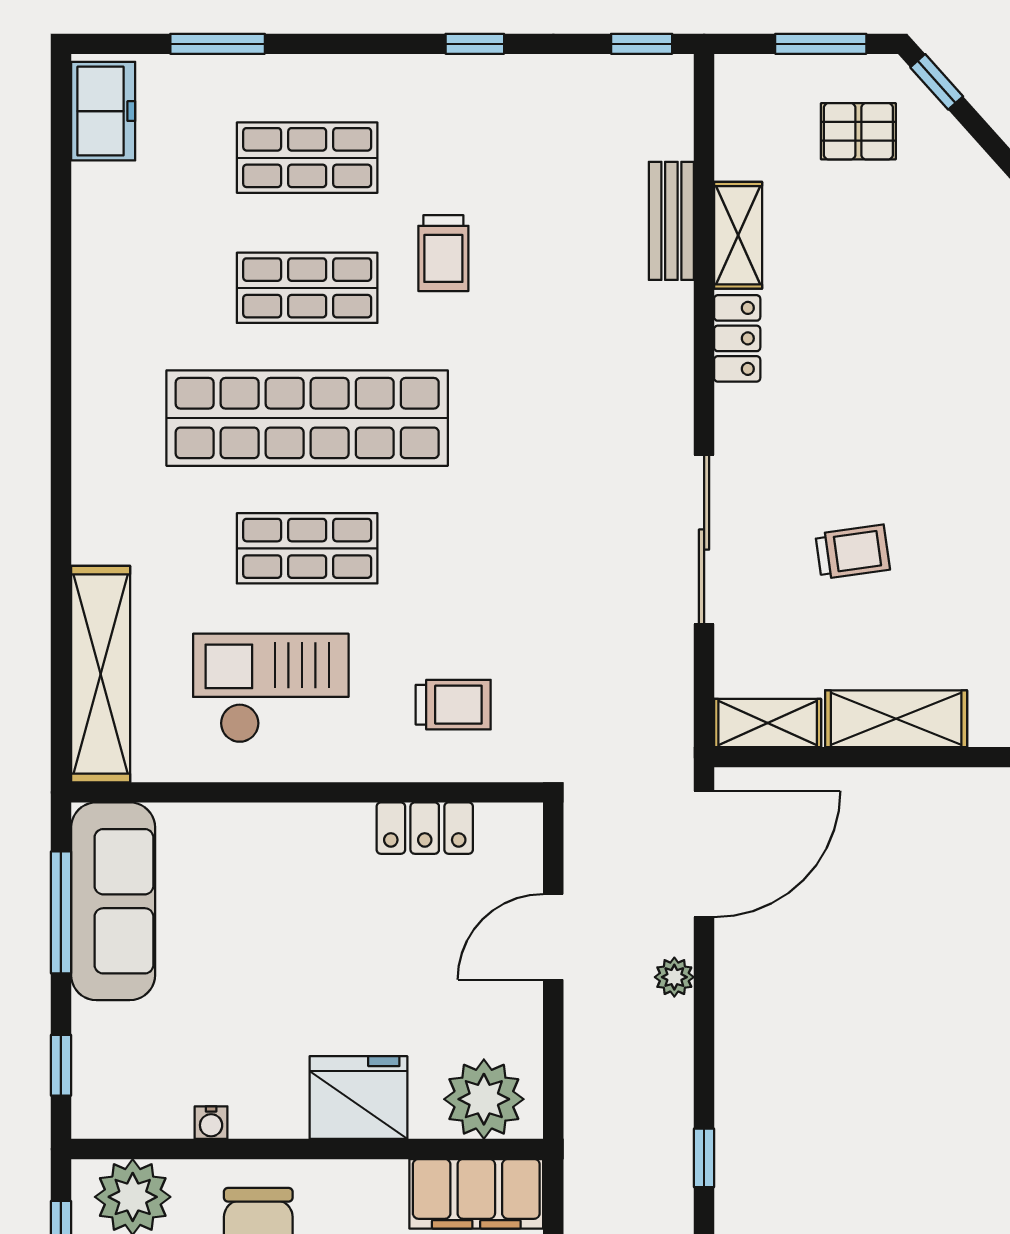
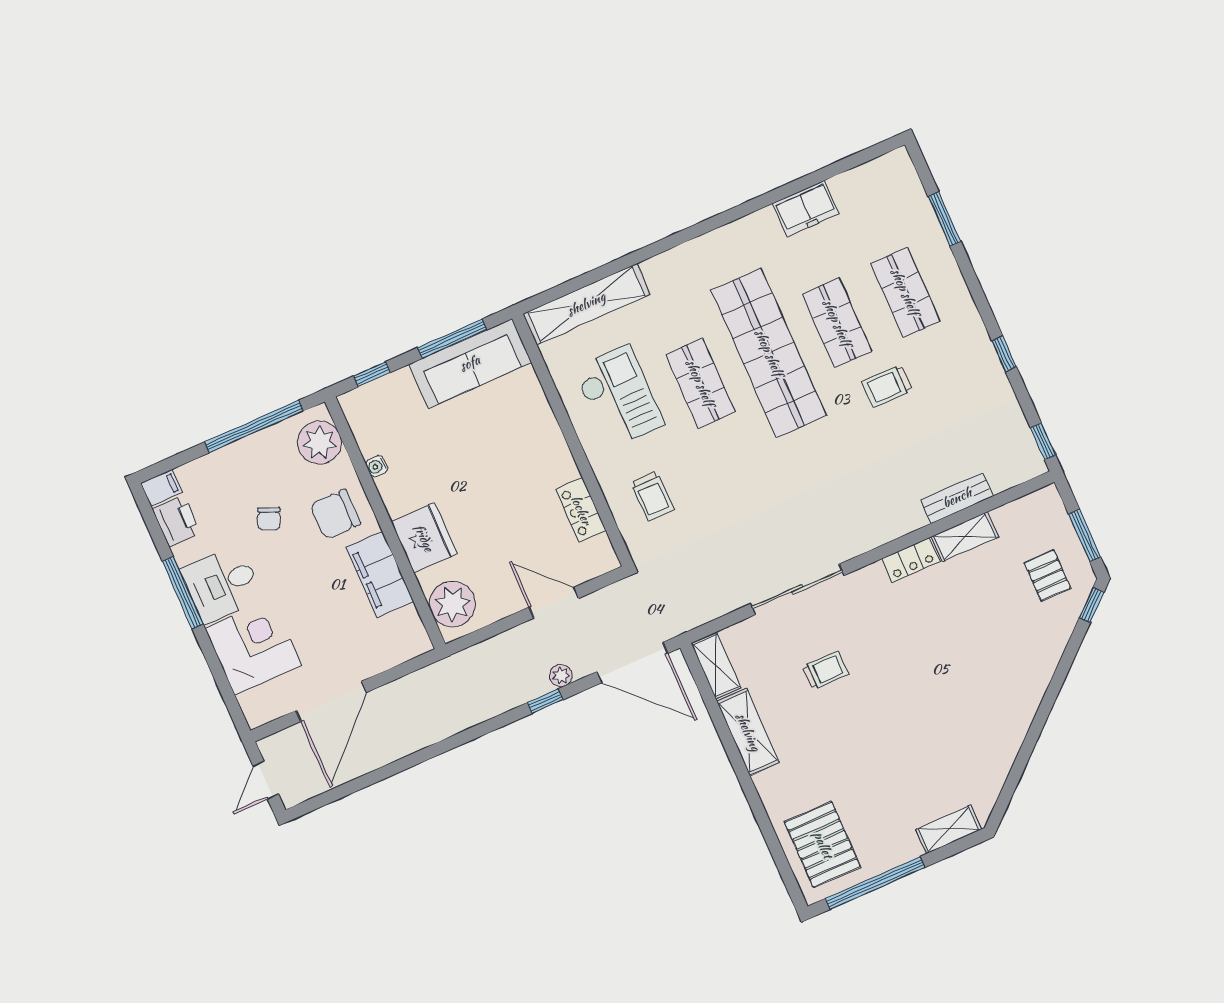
freezer: (103, 111) -> (806, 208), moved
trolley: (853, 552) -> (825, 670), turned -82
window: (704, 1158) -> (545, 701), moved
filing cabinet: (476, 1194) -> (380, 574), moved

